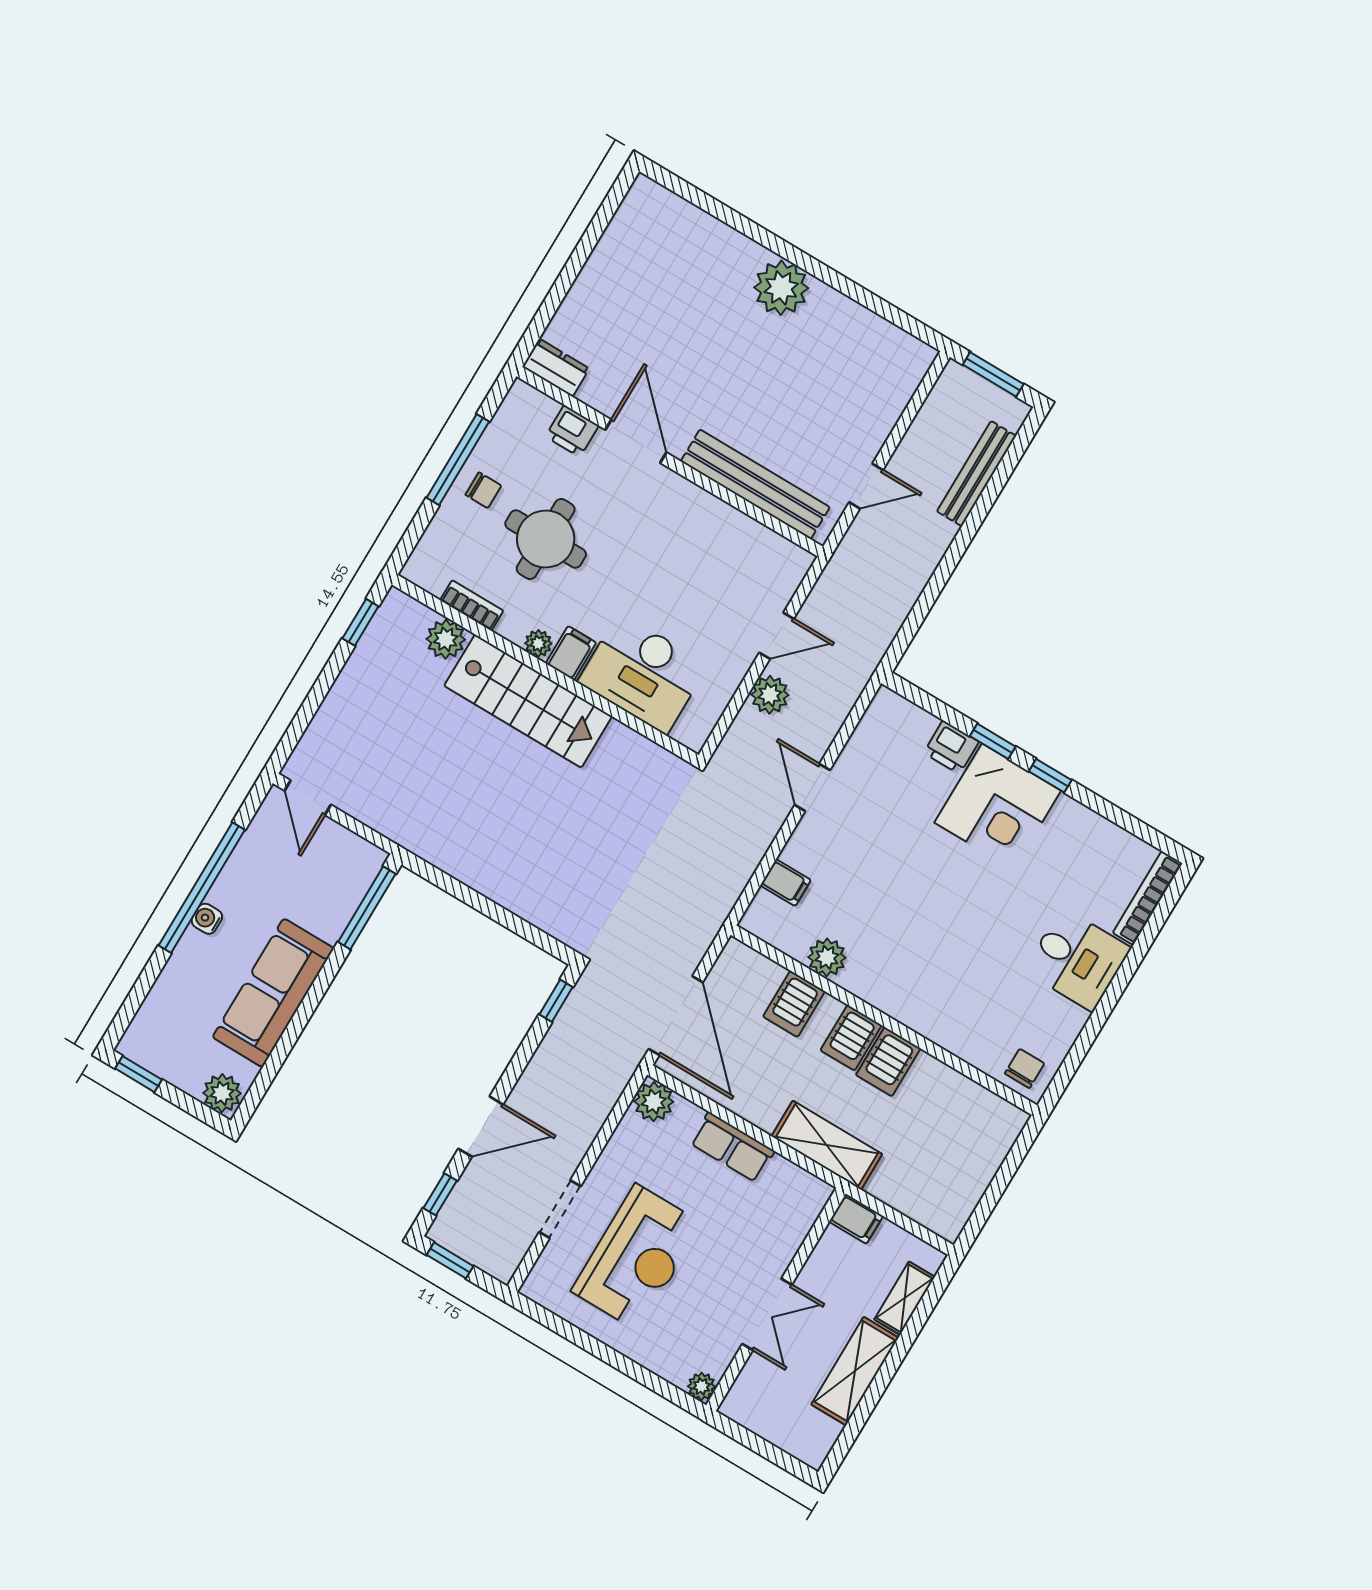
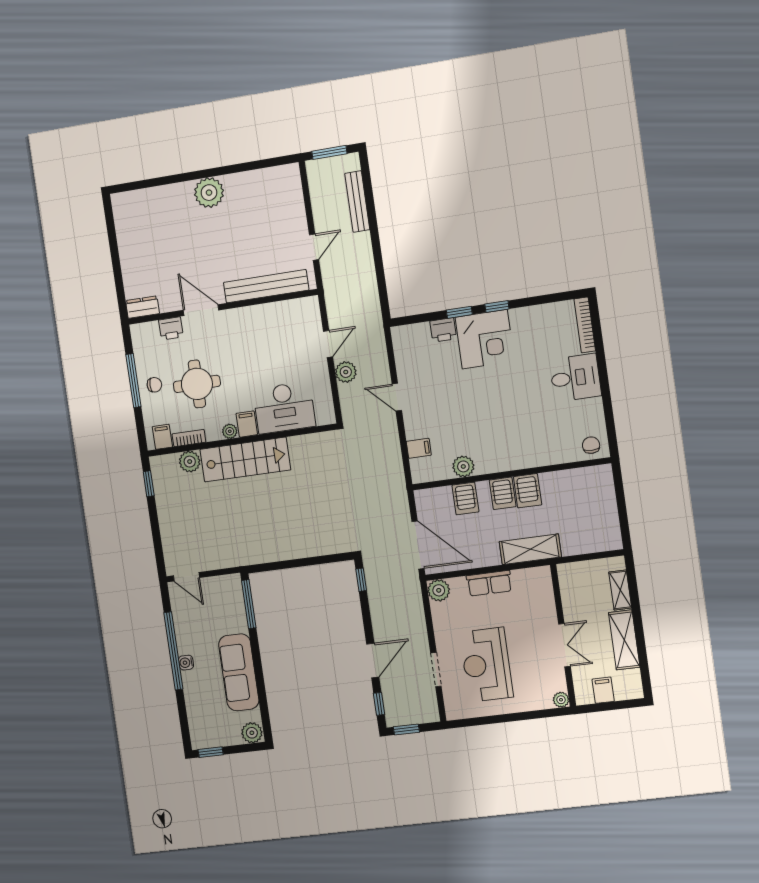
filing cabinet: (435, 573) -> (162, 437), added
filing cabinet: (856, 1219) -> (603, 690), moved, turned -90
reception desk: (637, 1257) -> (486, 665), turned 180

